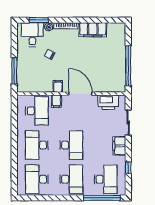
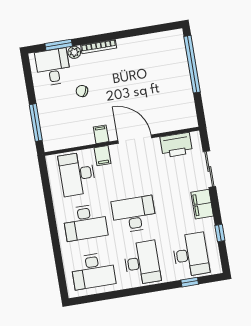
filing cabinet: (93, 30) -> (137, 46), removed
window: (128, 66) -> (192, 64), moved
desk: (37, 111) -> (77, 174), turned 180
desk: (37, 145) -> (85, 222), turned -90
desk: (71, 145) -> (134, 214), turned -90
desk: (37, 179) -> (93, 271), turned -90
window: (102, 198) -> (190, 282), width x0.32

